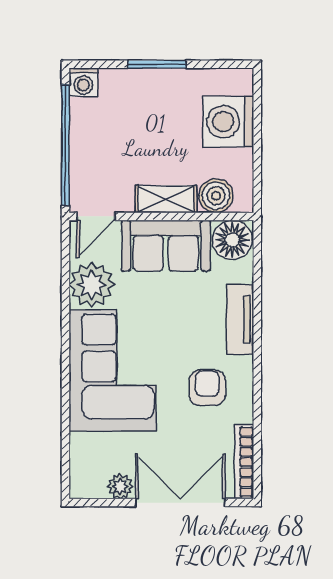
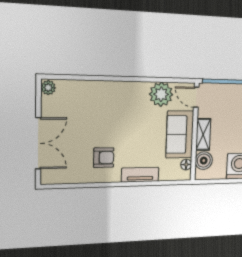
floor lamp: (232, 240) -> (186, 165), width x0.53, depth x0.53
corner sofa: (112, 370) -> (115, 105), removed
bookcase: (244, 462) -> (62, 179), removed
plant: (120, 486) -> (48, 88), moved

